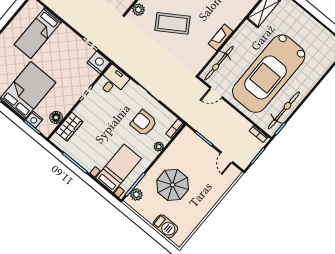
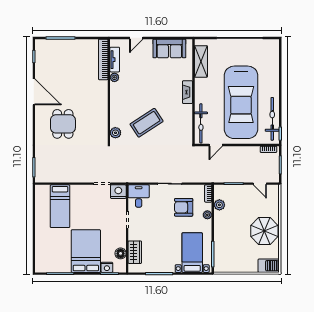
fireplace: (221, 37) -> (187, 92), moved
parasol: (173, 185) -> (264, 231), moved
plant: (136, 195) -> (219, 205), moved
barbecue: (165, 226) -> (269, 266), moved

